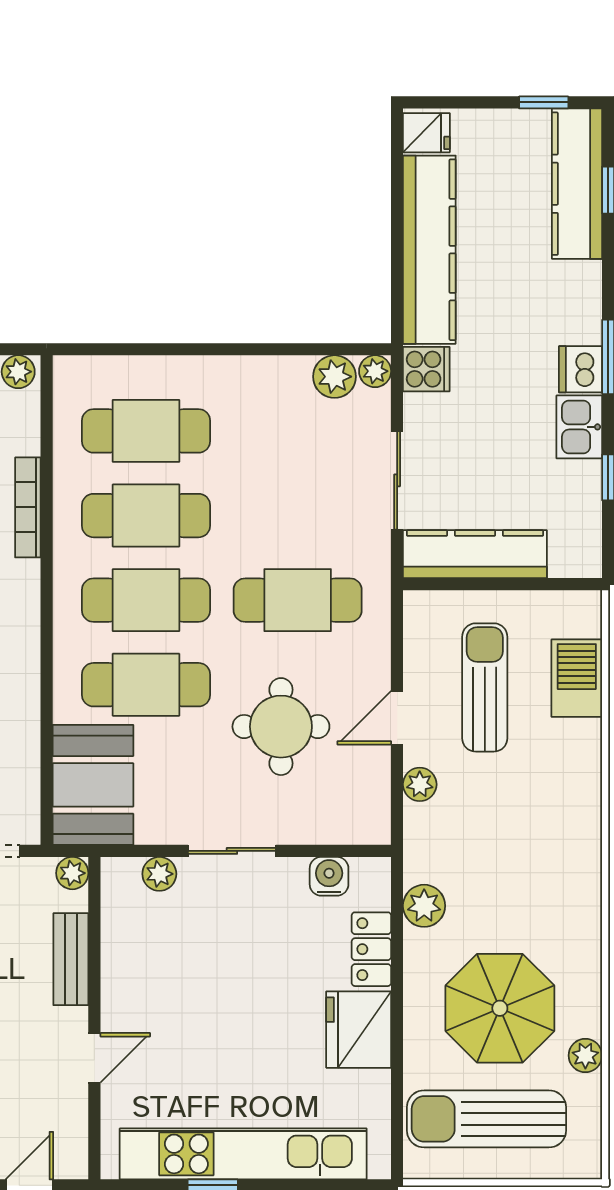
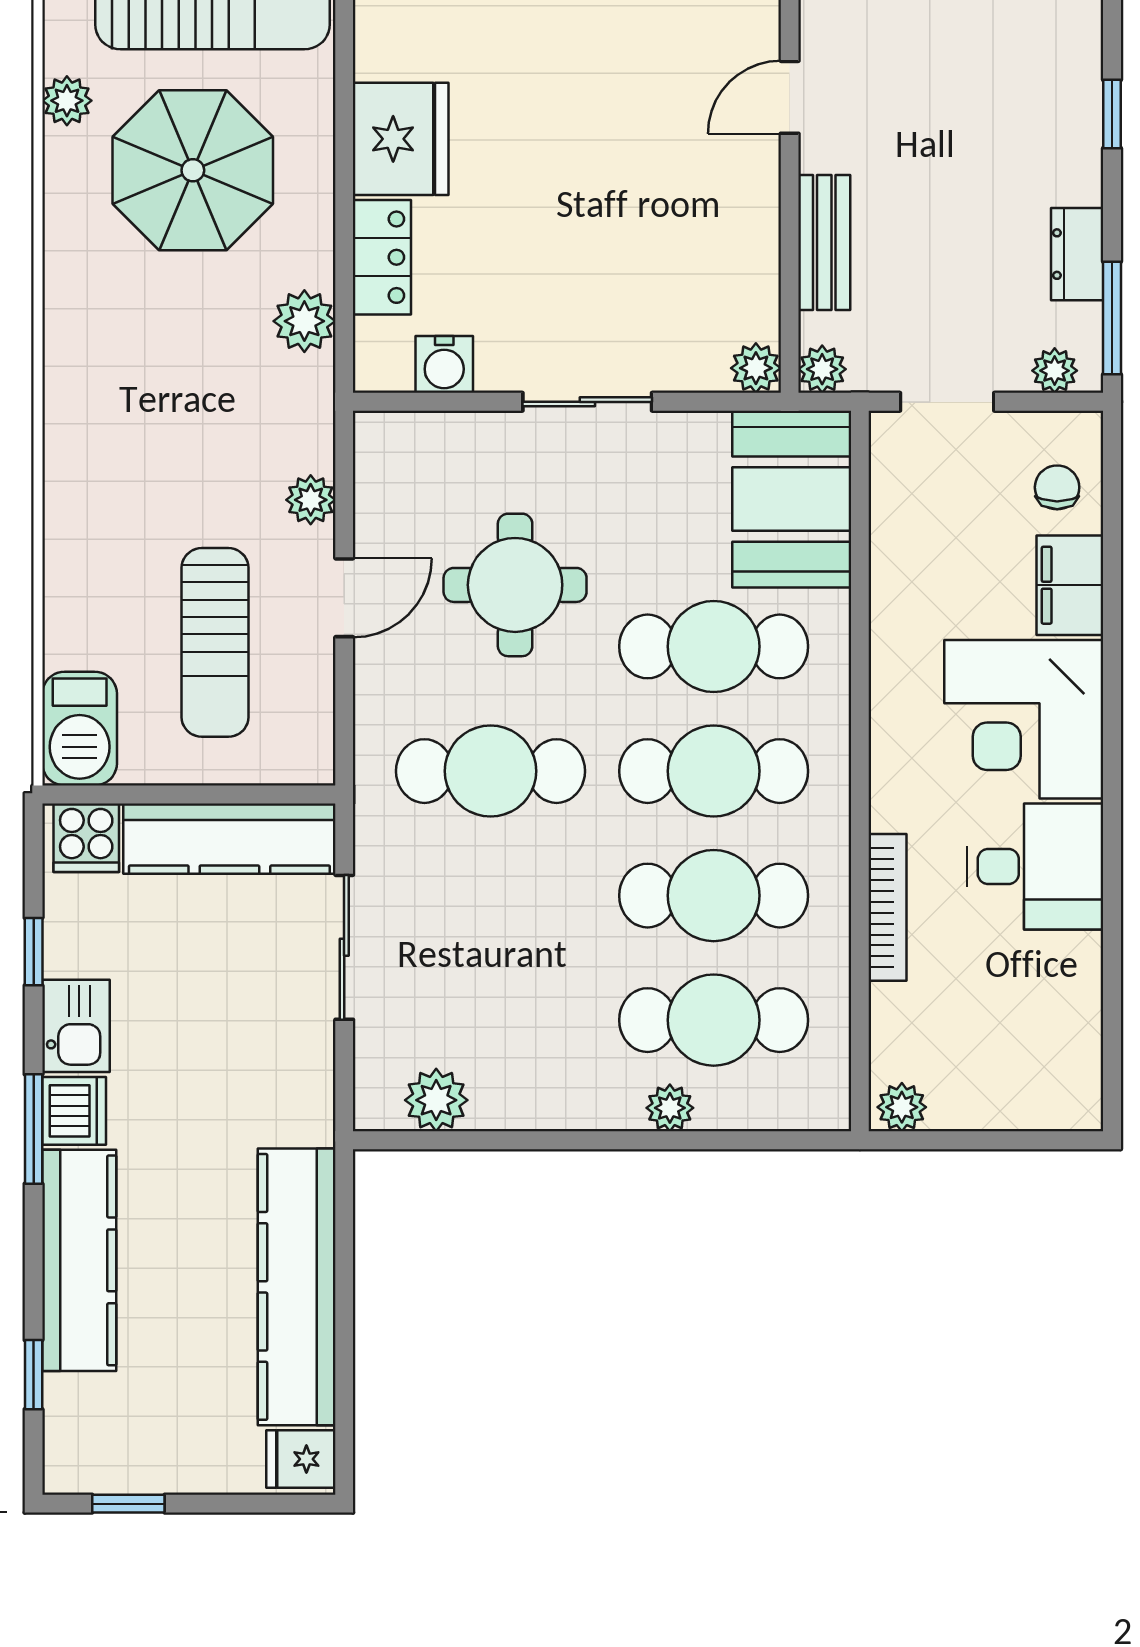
kitchen counter: (577, 184) -> (79, 1260), moved
cooker: (426, 369) -> (86, 838), moved, turned -90
plant: (375, 371) -> (670, 1108), moved
barbecue: (577, 678) -> (80, 729), moved
plant: (159, 874) -> (756, 368), moved

